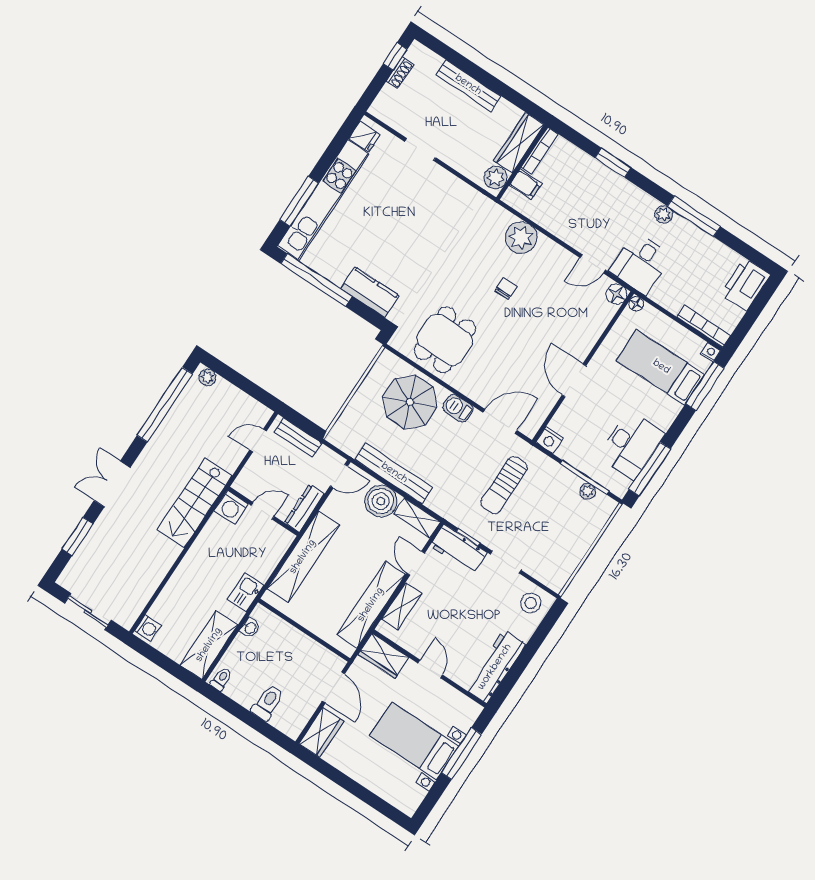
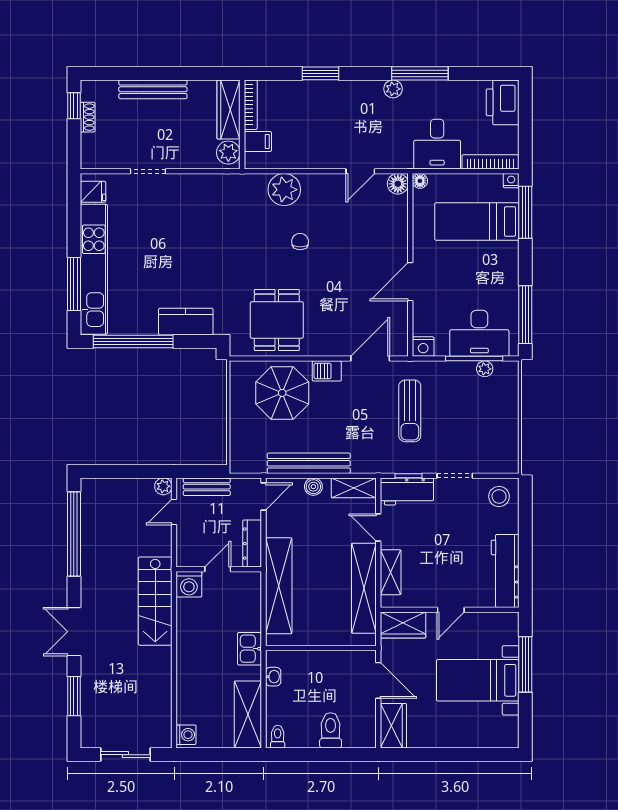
desk: (640, 263) -> (437, 144), moved
plant: (208, 377) -> (163, 486), moved
door: (574, 380) -> (410, 282), hinge flipped
desk: (631, 445) -> (479, 333), moved, turned 90
boiler: (381, 501) -> (313, 487), width x0.54, depth x0.54
door: (430, 669) -> (451, 610), swing flipped

